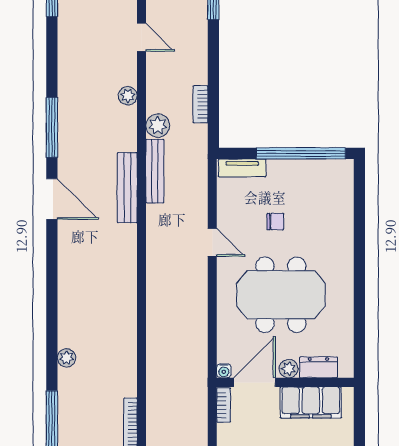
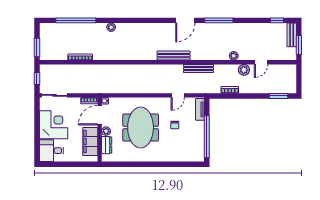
plant: (158, 126) -> (244, 70), moved
bench: (127, 188) -> (174, 56), moved
door: (212, 242) -> (178, 95), moved
door: (255, 382) -> (100, 115), swing flipped

